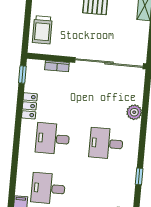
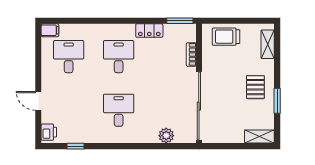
window: (22, 74) -> (180, 21), width x1.50
plant: (134, 112) -> (166, 136), moved
window: (139, 176) -> (76, 146), moved

